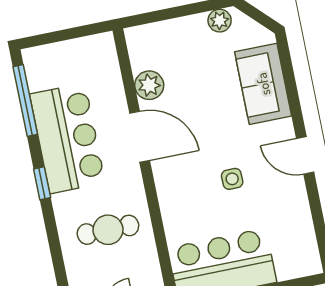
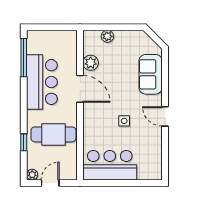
plant: (220, 21) -> (107, 36), moved
window: (42, 183) -> (24, 142), moved
cafe table: (108, 230) -> (53, 134), width x1.37, depth x1.35

